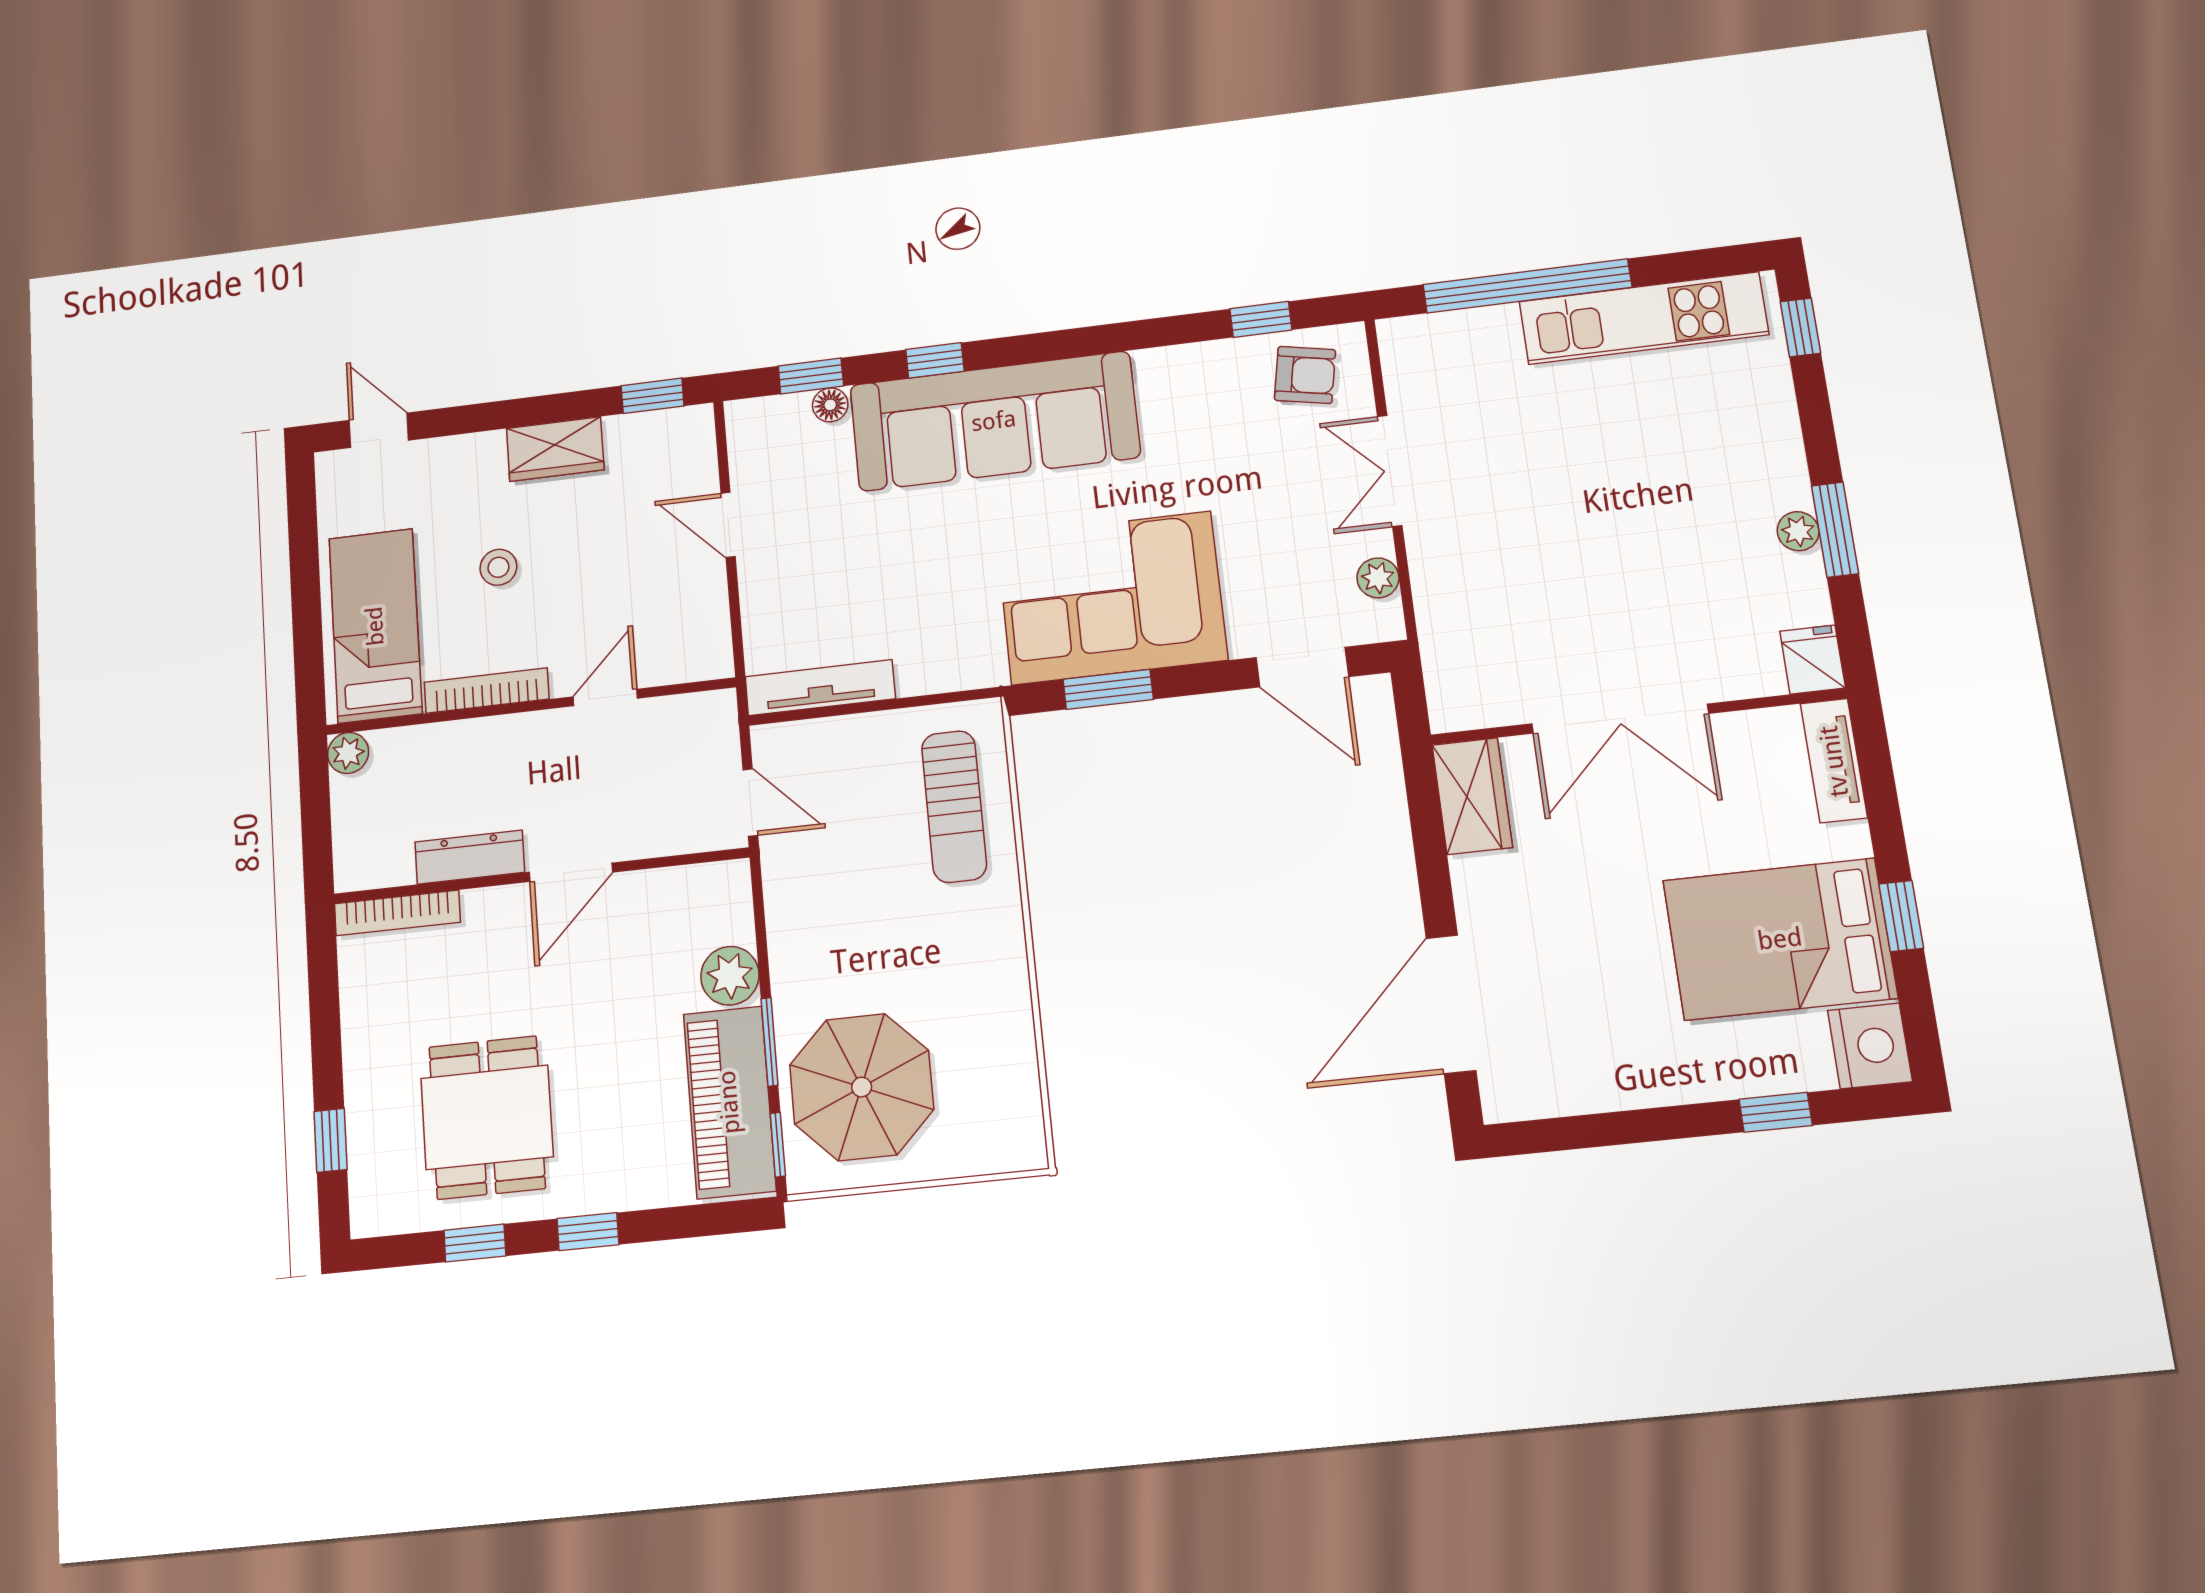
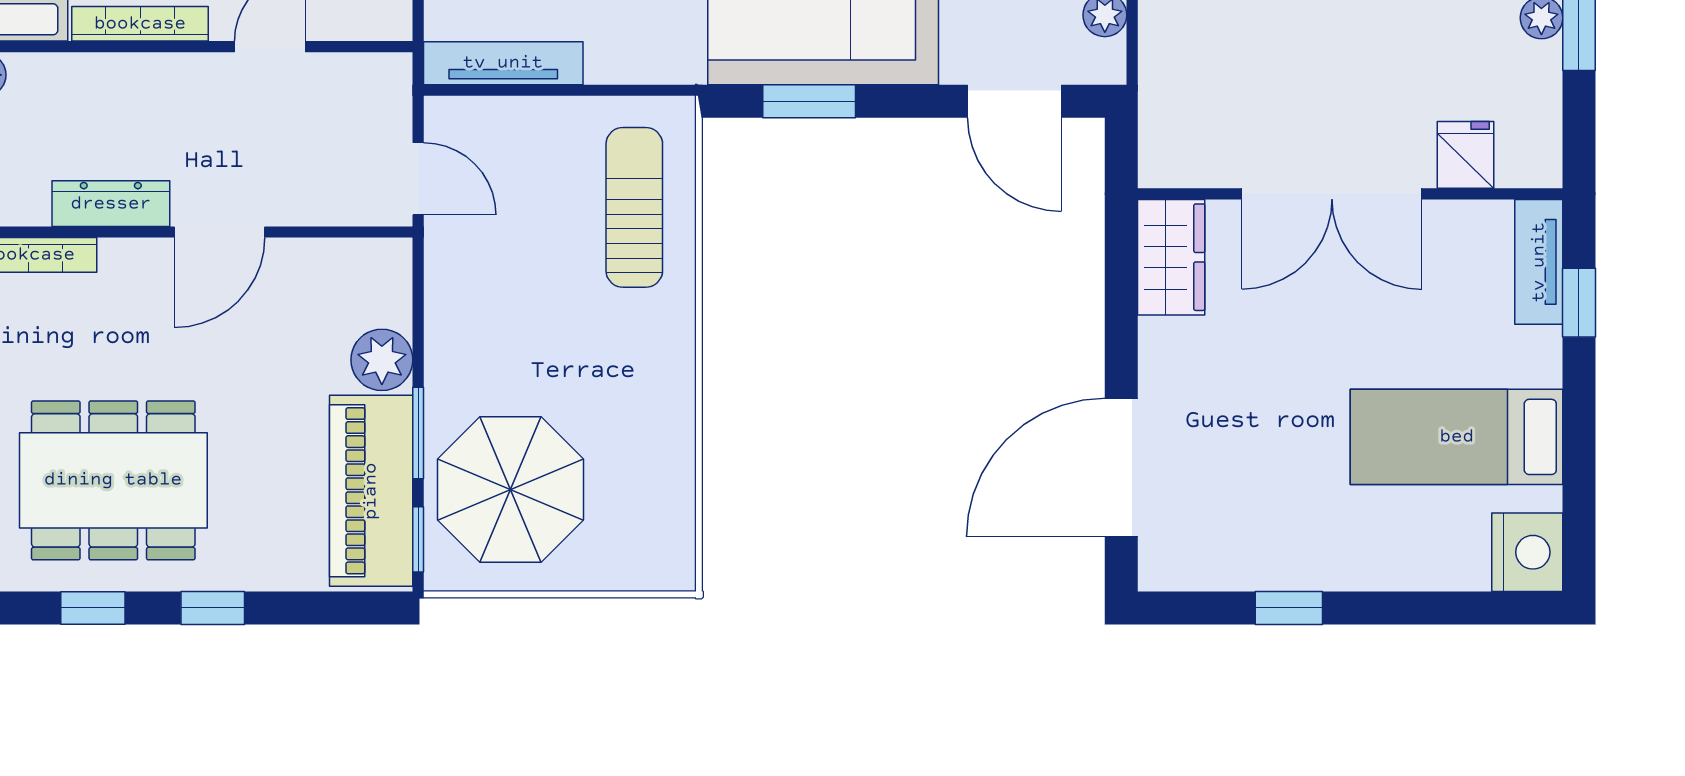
fridge: (1813, 660) -> (1466, 155), moved
sun lounger: (954, 806) -> (634, 207), turned 180
window: (1901, 916) -> (1579, 303), moved
bed: (1780, 939) -> (1457, 437), width x0.67
window: (1776, 1112) -> (1289, 608), moved
dining table: (487, 1117) -> (113, 480), width x1.38

